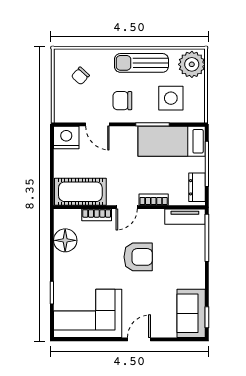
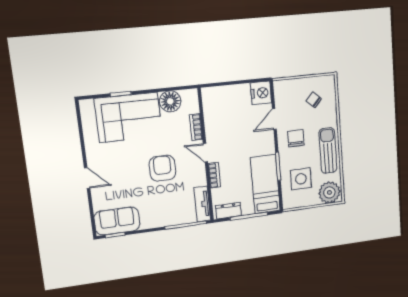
cot: (80, 192) -> (215, 110), removed
armchair: (138, 257) -> (162, 168), turned 180
corner sofa: (88, 313) -> (128, 117), moved, turned 90

